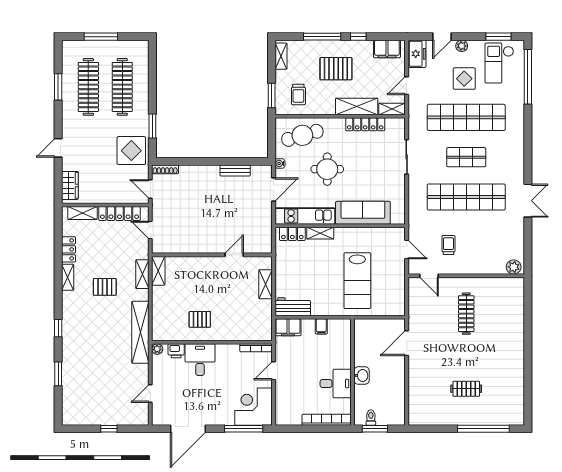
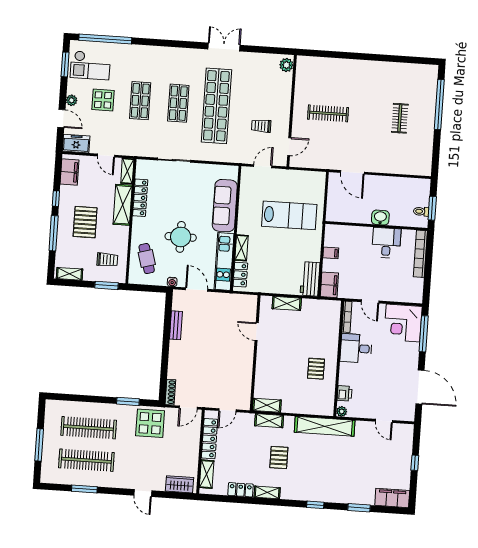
shop shelf: (466, 117) -> (140, 101), width x0.50, depth x0.74
cafe table: (302, 135) -> (147, 259), width x0.73, depth x0.74
desk: (200, 360) -> (356, 348), moved
filing cabinet: (71, 408) -> (392, 498), added

